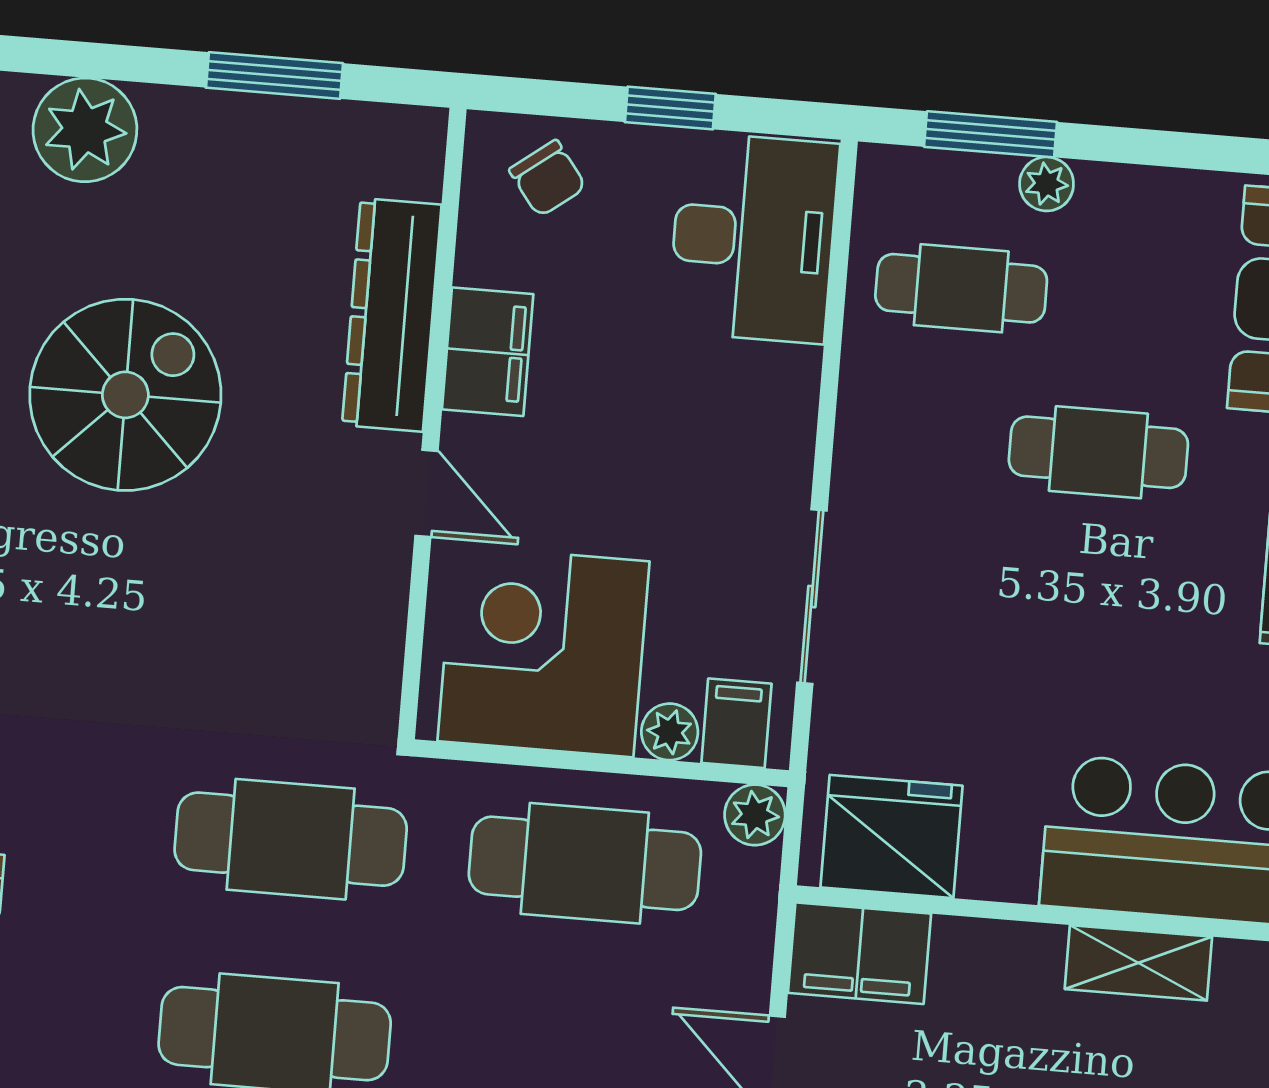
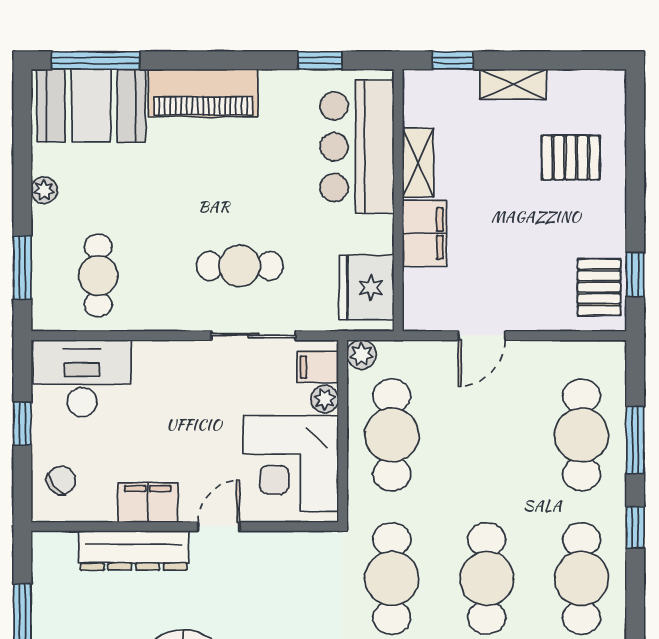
plant: (1047, 184) -> (44, 190), moved
cafe table: (1098, 452) -> (240, 266), moved, turned 90
filing cabinet: (859, 953) -> (424, 233), moved

